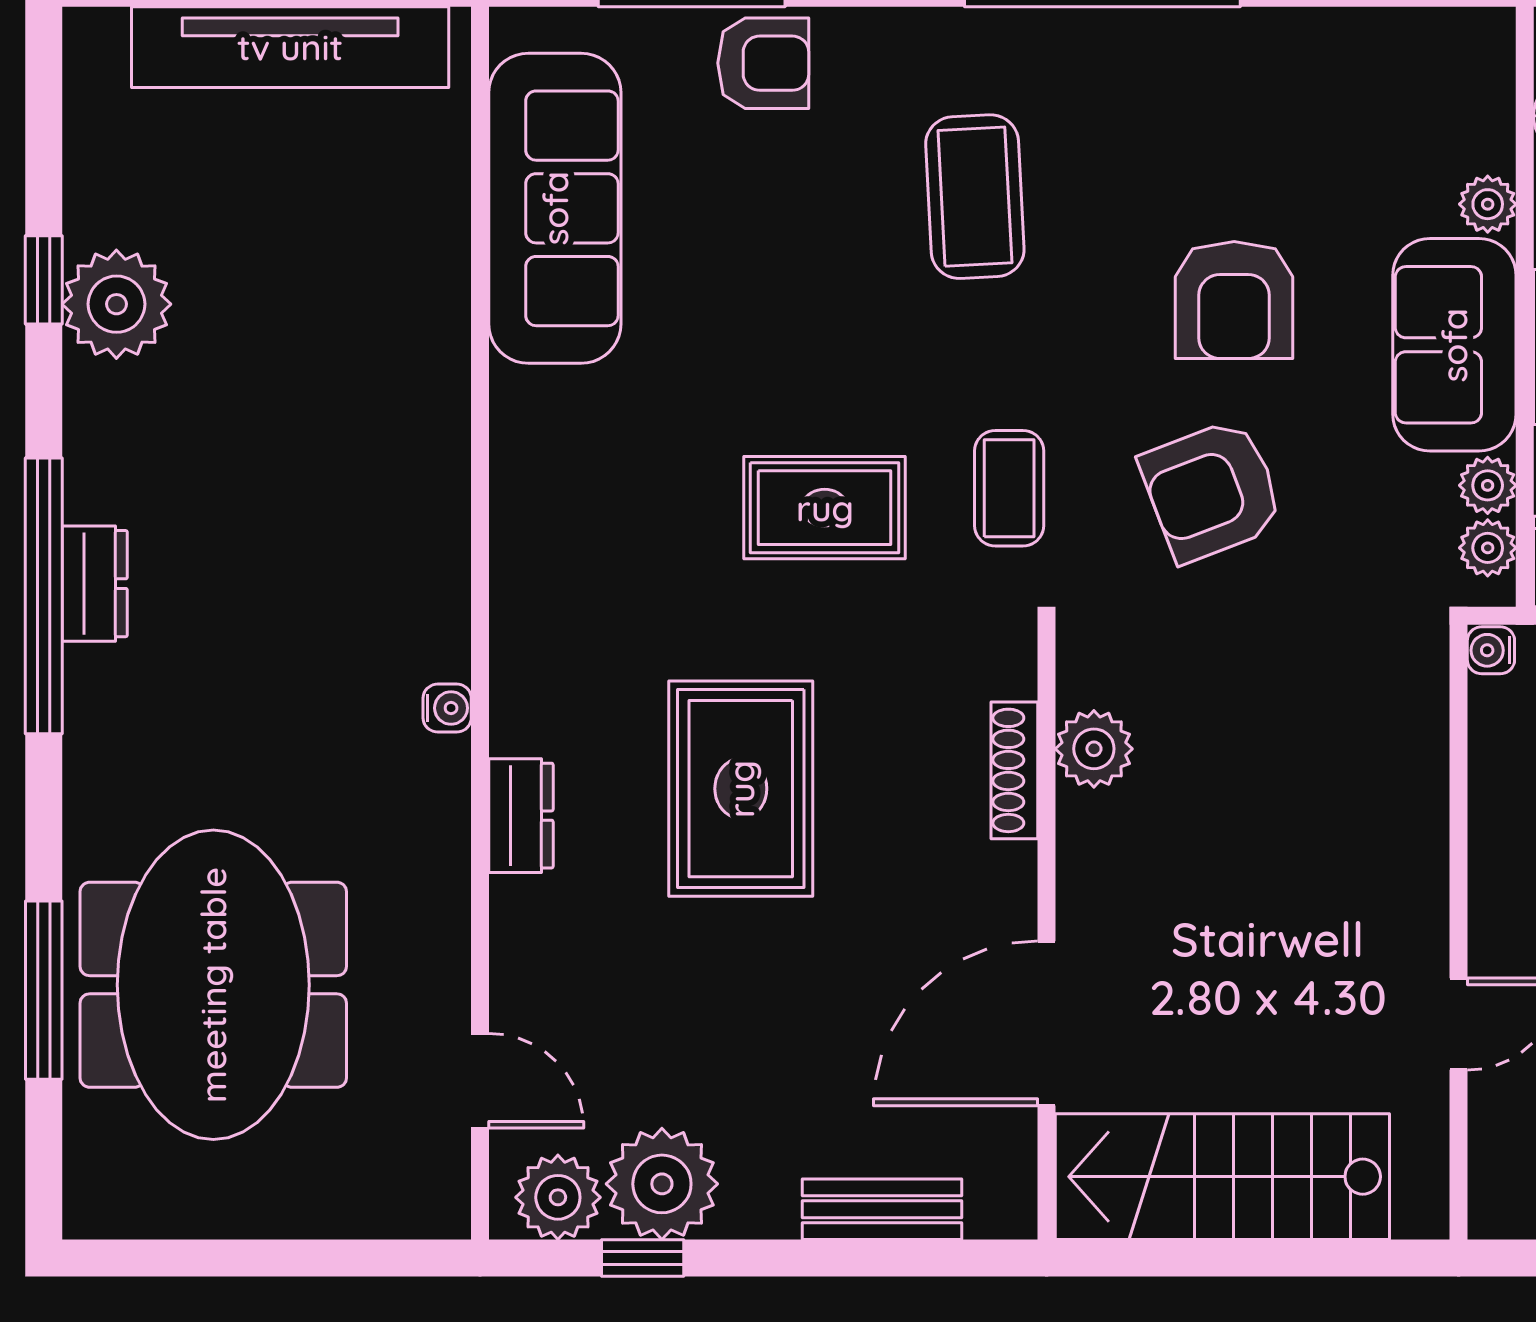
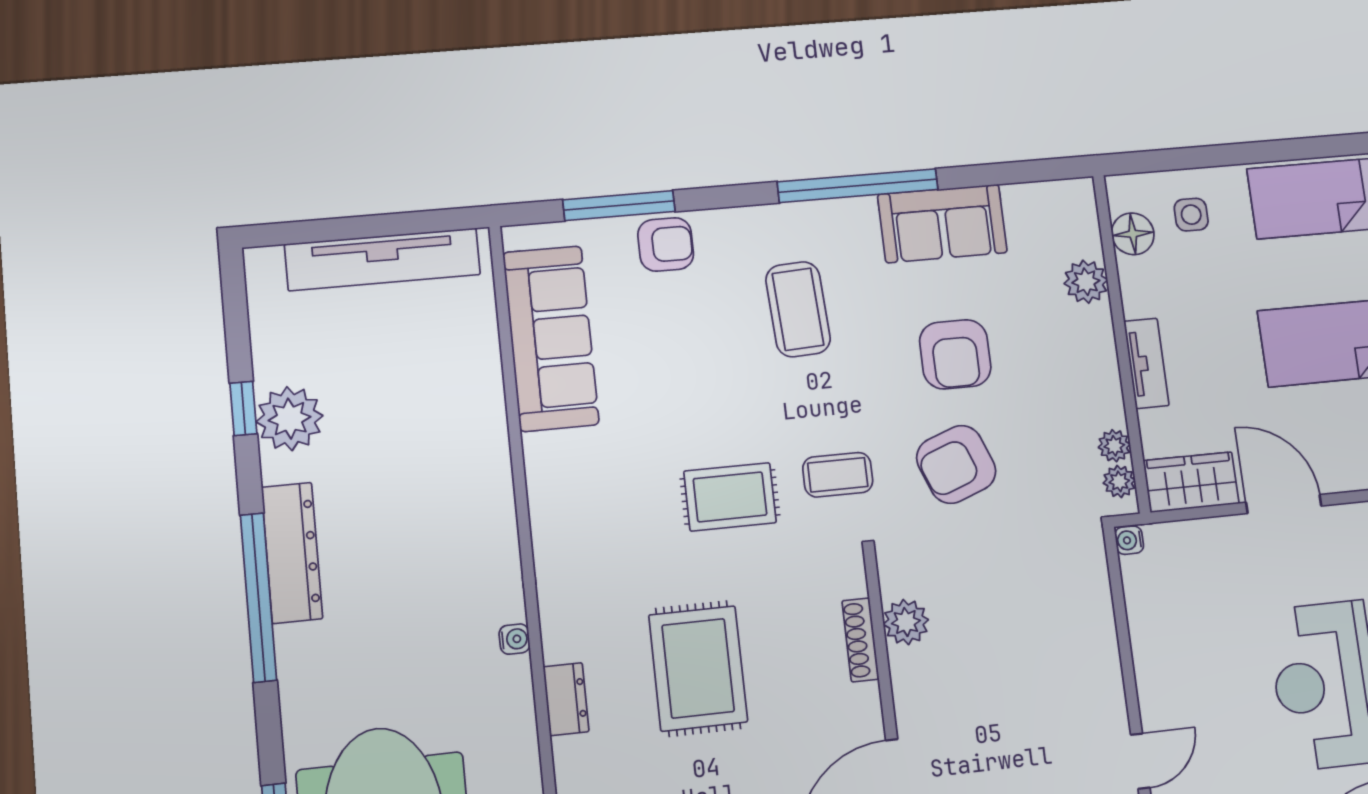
plant: (1488, 204) -> (1086, 282), width x1.38, depth x1.38
sofa: (1454, 345) -> (942, 223), moved, turned -90
coffee table: (1009, 488) -> (838, 475), turned 90
dresser: (95, 584) -> (292, 553), width x1.96, depth x1.24

